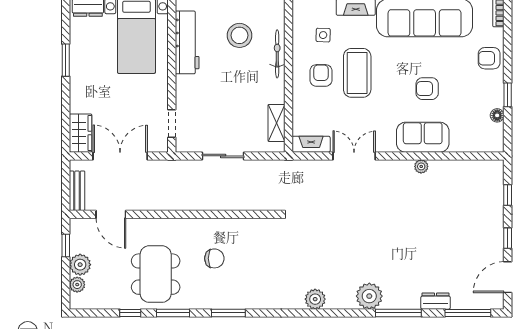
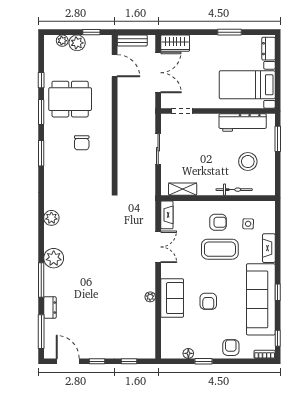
armchair: (427, 89) -> (208, 301), turned 180
door: (111, 214) -> (115, 66), swing flipped

